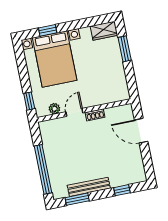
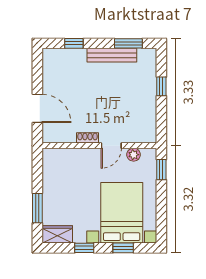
window: (80, 24) -> (84, 248), added
window: (43, 169) -> (161, 86), width x0.32

